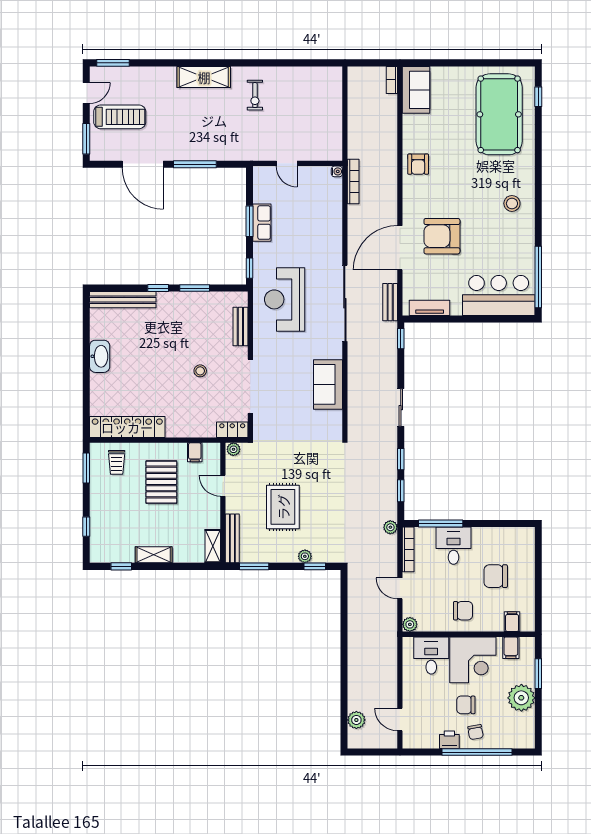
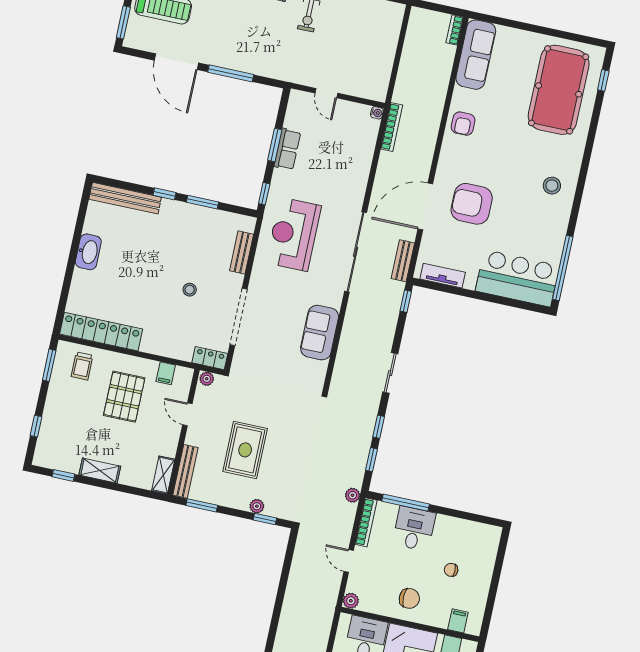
sofa: (416, 90) -> (476, 55), width x1.36
chair: (496, 576) -> (451, 570), width x0.54, depth x0.54

